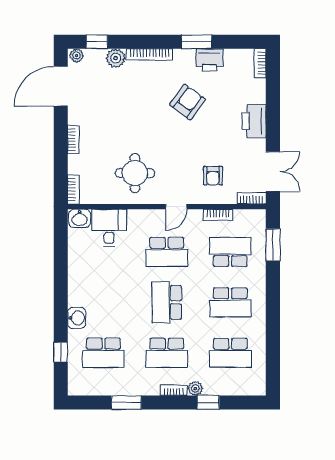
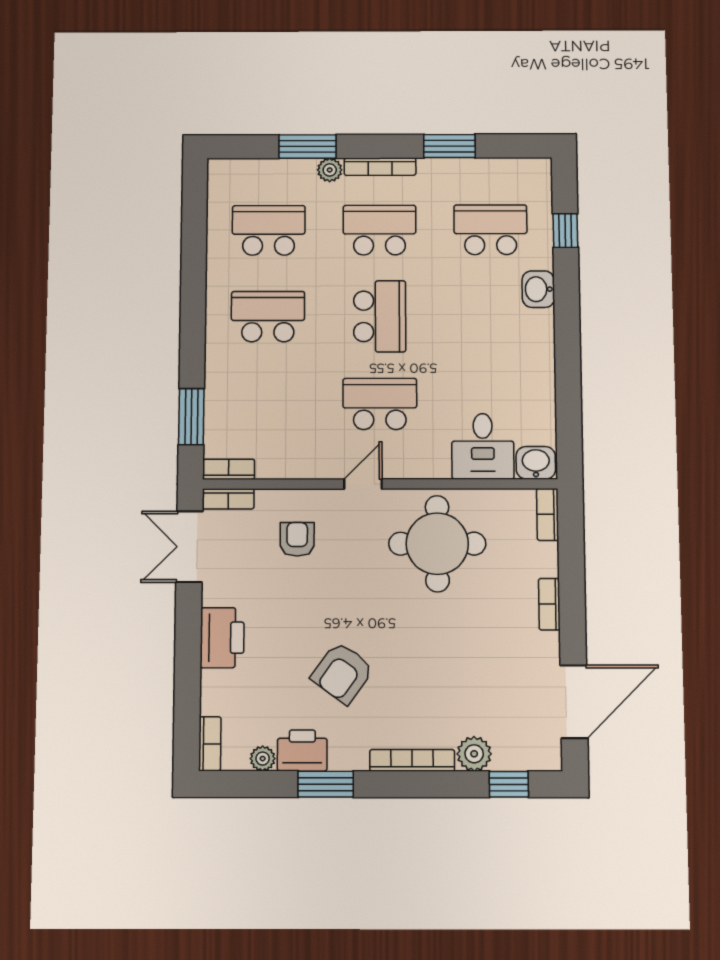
plant: (77, 56) -> (263, 759), moved
round table: (135, 173) -> (437, 544), width x1.36, depth x1.36
bookcase: (218, 215) -> (229, 469), moved
school desk: (230, 252) -> (267, 404), removed
bookcase: (174, 390) -> (380, 167), width x1.56
window: (208, 402) -> (307, 147), width x1.50

